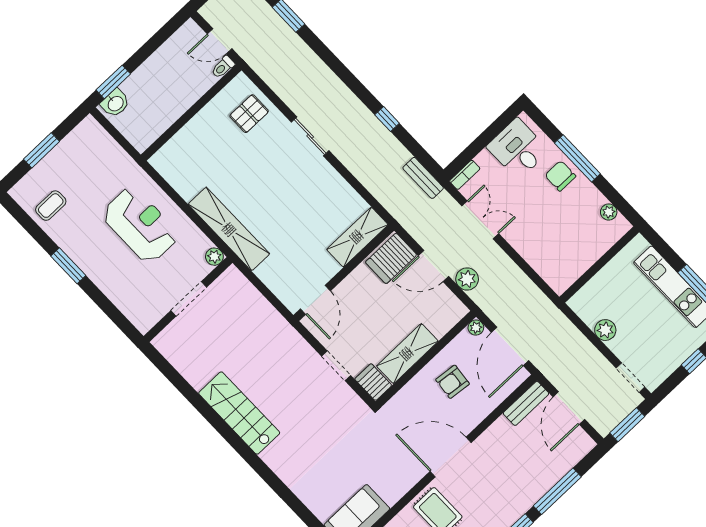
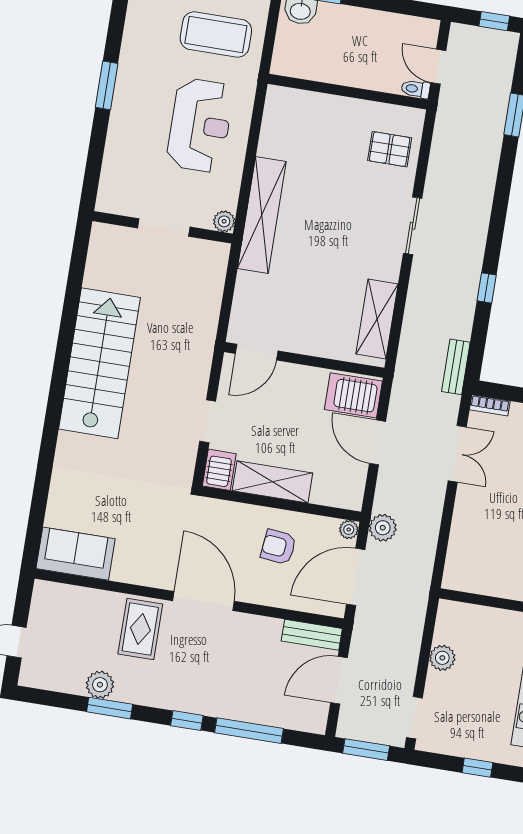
coffee table: (51, 206) -> (216, 34), moved, width x1.86, depth x1.72
shelving: (357, 237) -> (377, 319), moved, turned 90
plant: (467, 279) -> (383, 528), moved
stairs: (239, 413) -> (100, 363), width x1.36, depth x1.51

